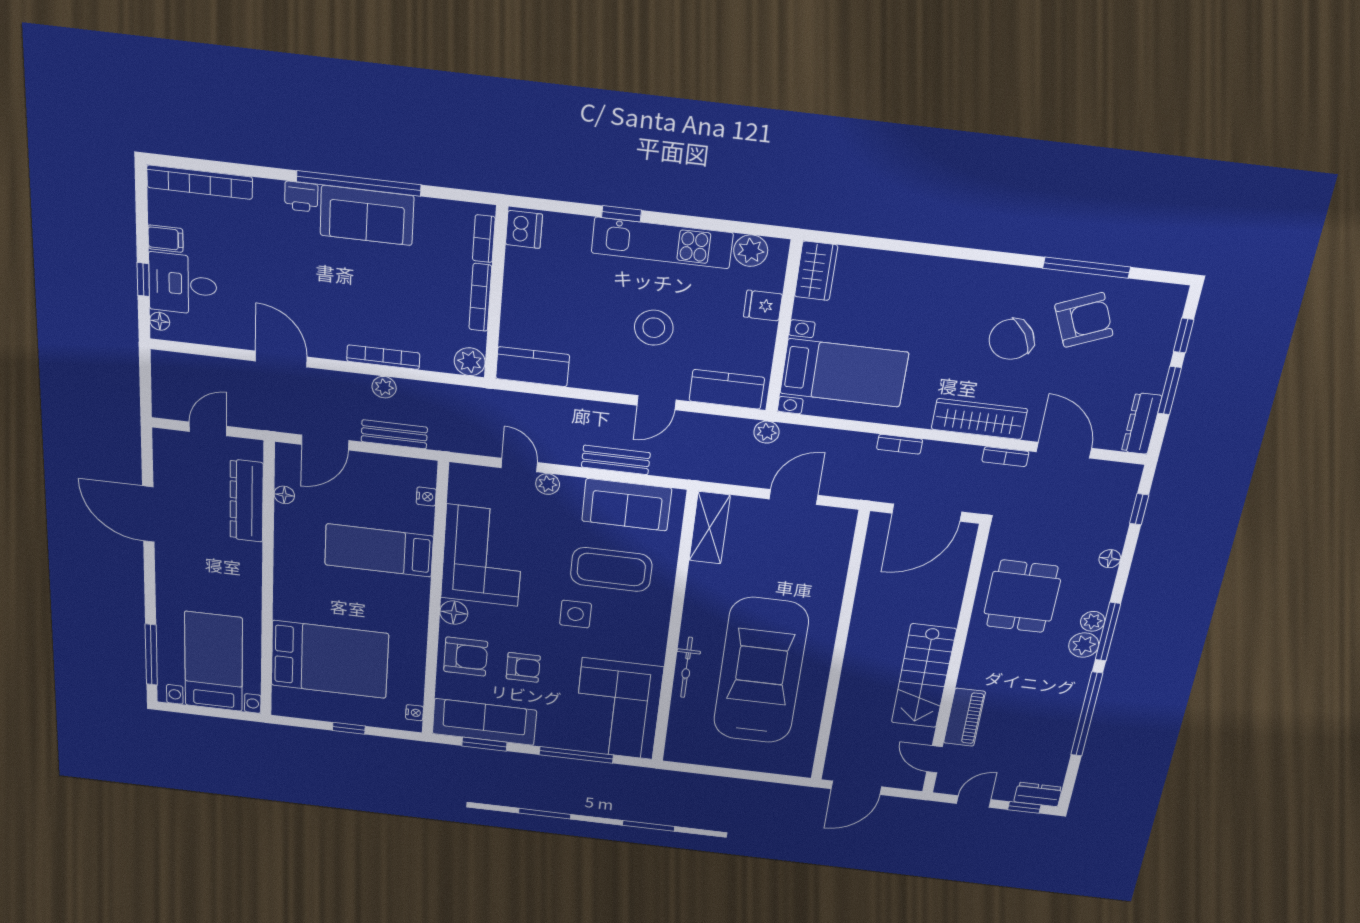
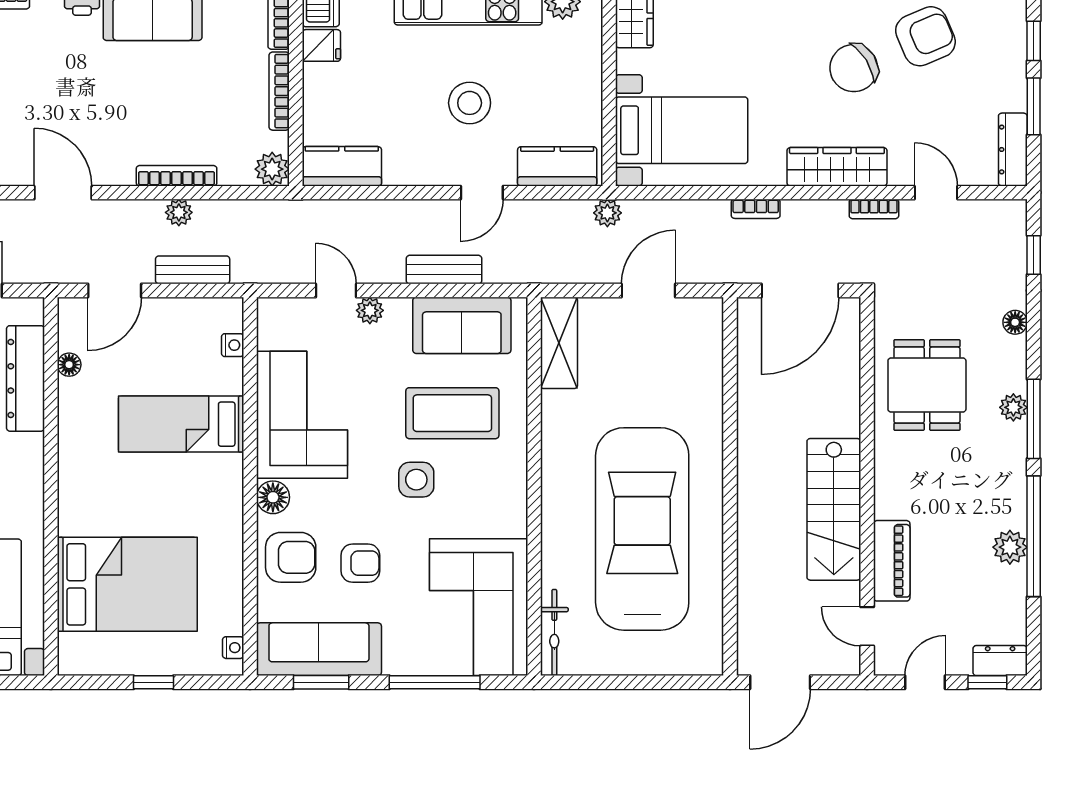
fridge: (763, 306) -> (321, 45), moved, turned 180
door: (1064, 450) -> (936, 193), width x0.73
plant: (1084, 645) -> (1010, 547), moved
bicycle: (687, 667) -> (554, 633), moved

